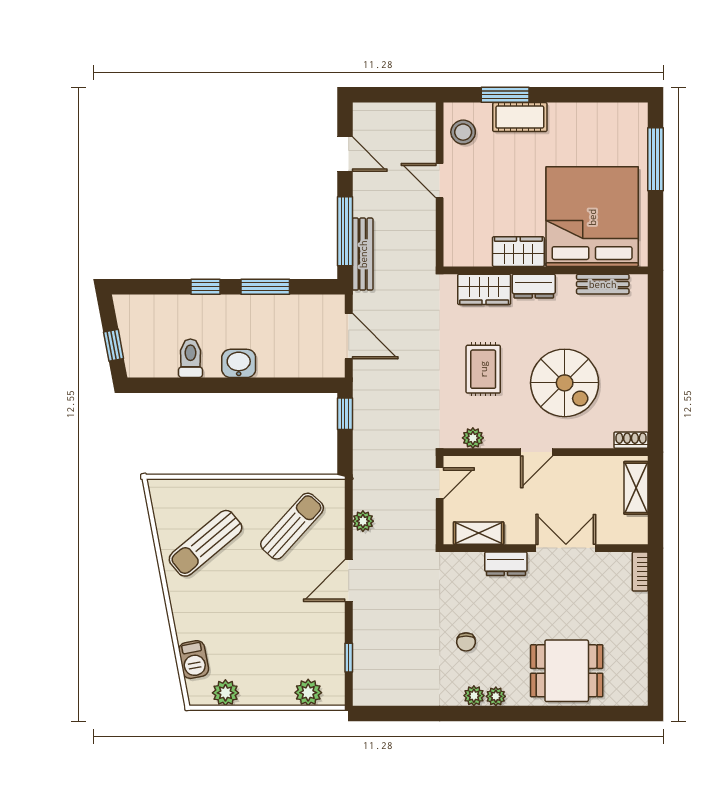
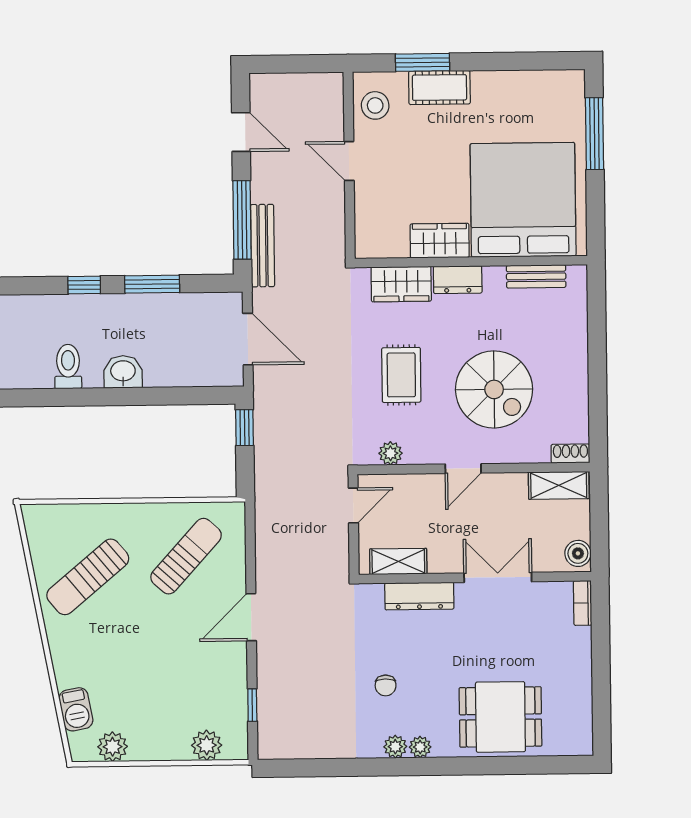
shelving: (636, 488) -> (559, 485), moved, turned 90
plant: (363, 521) -> (267, 549), removed
boiler: (636, 528) -> (578, 553), added
dresser: (506, 564) -> (419, 596), width x1.44

